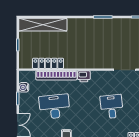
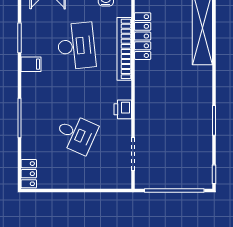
printer: (84, 76) -> (123, 109), moved
desk: (112, 107) -> (76, 134), turned 30

